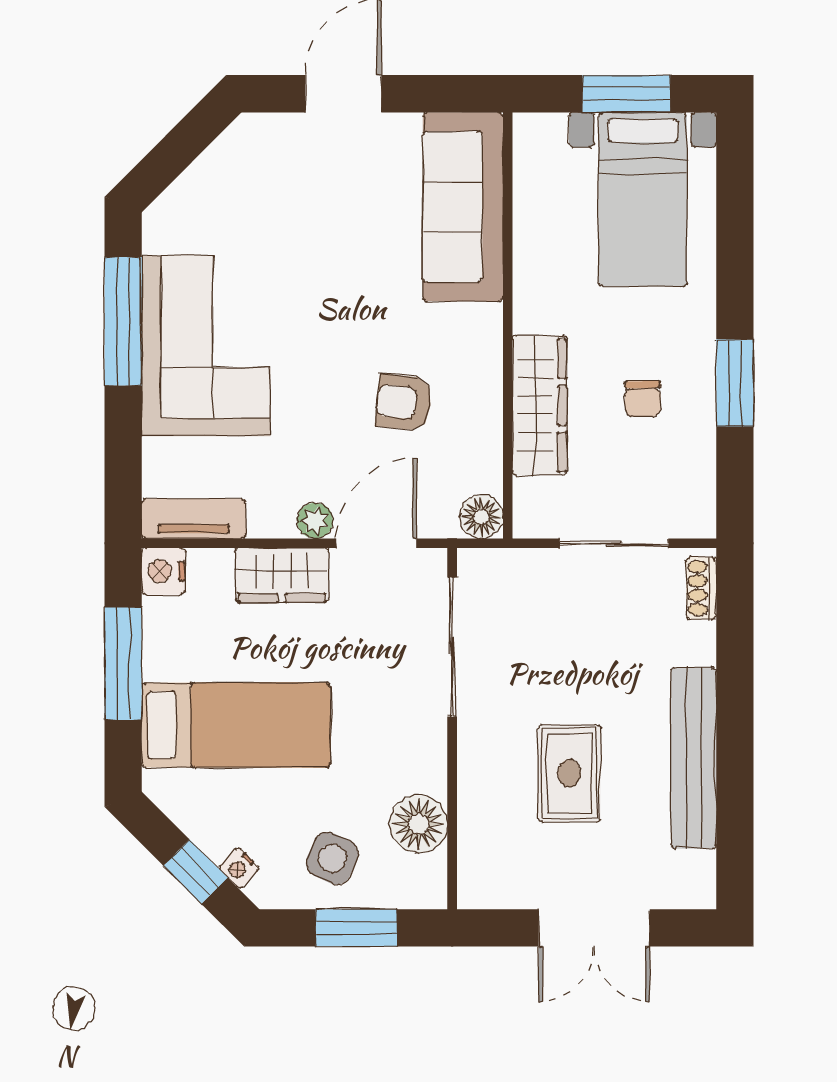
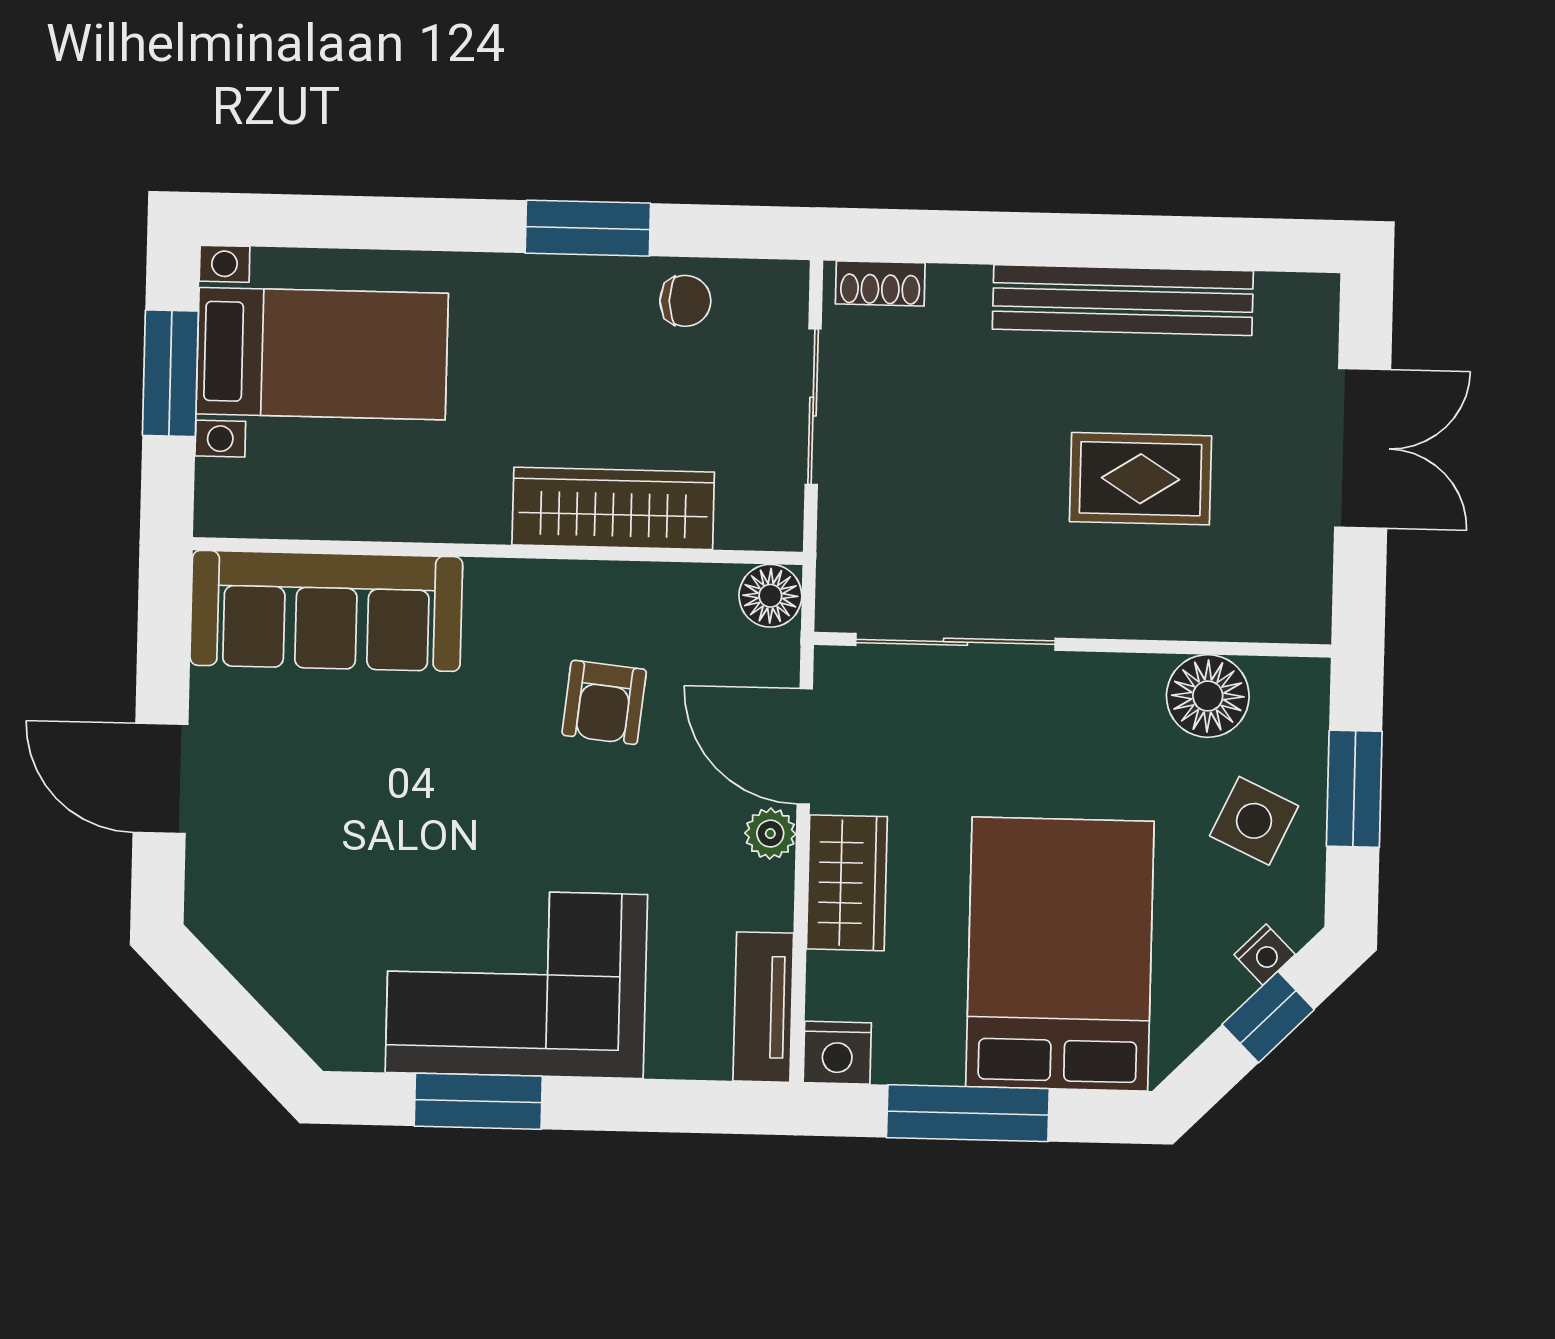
window: (123, 321) -> (478, 1101), width x0.69
chair: (643, 399) -> (685, 301), moved
bed: (236, 725) -> (1060, 954), width x1.50

